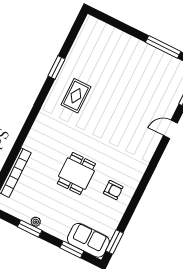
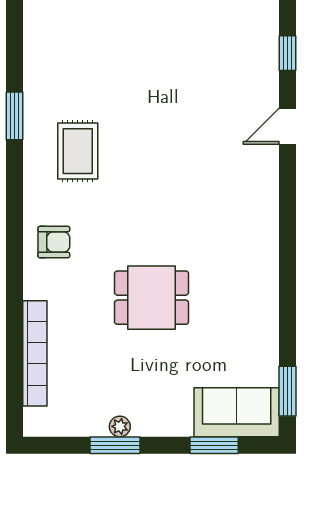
dining table: (76, 174) -> (152, 298), turned 90
armchair: (113, 190) -> (54, 242), moved

